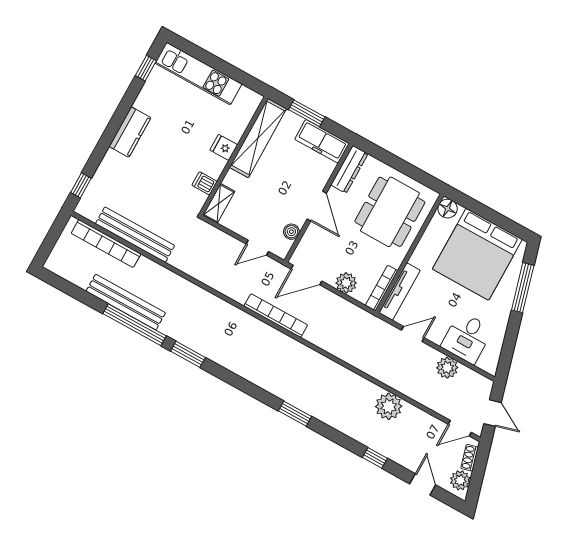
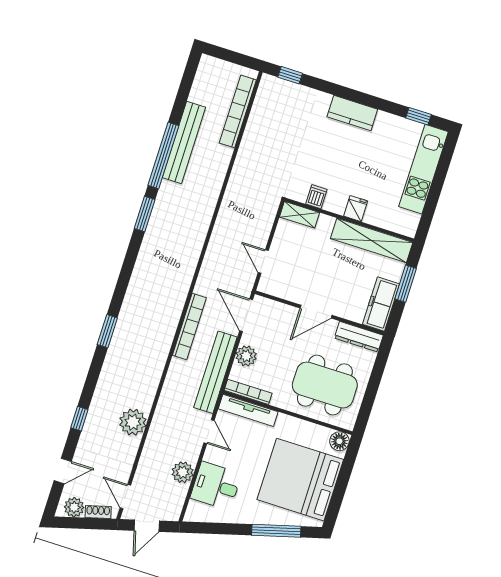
boiler: (291, 232) -> (286, 292), removed
bench: (135, 235) -> (215, 372), moved
bookcase: (276, 316) -> (189, 326), moved

